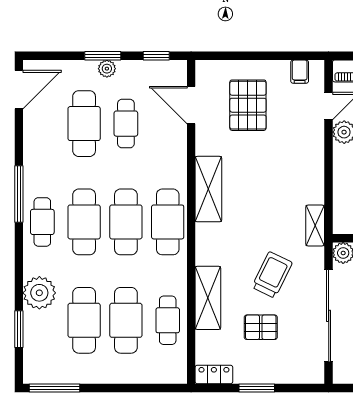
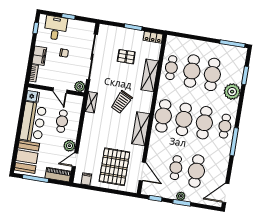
pallet: (248, 105) -> (114, 167), width x1.37, depth x1.41
trolley: (272, 275) -> (121, 102), moved

